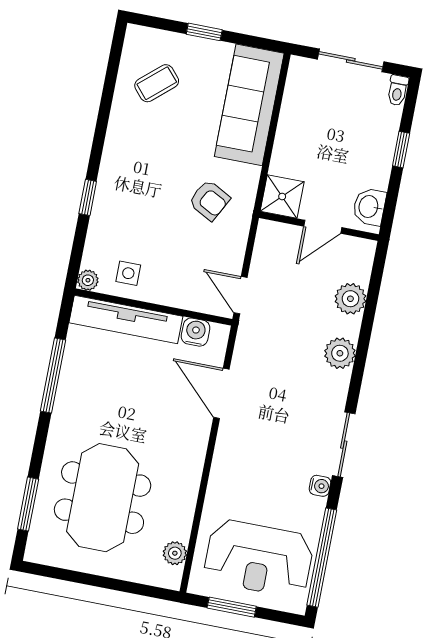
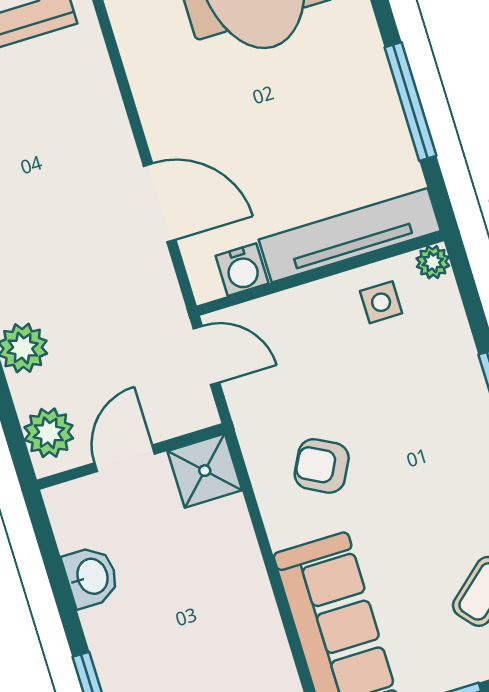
shower: (282, 197) -> (205, 471), moved
wall: (319, 226) -> (131, 456), moved
door: (323, 227) -> (125, 458), moved

